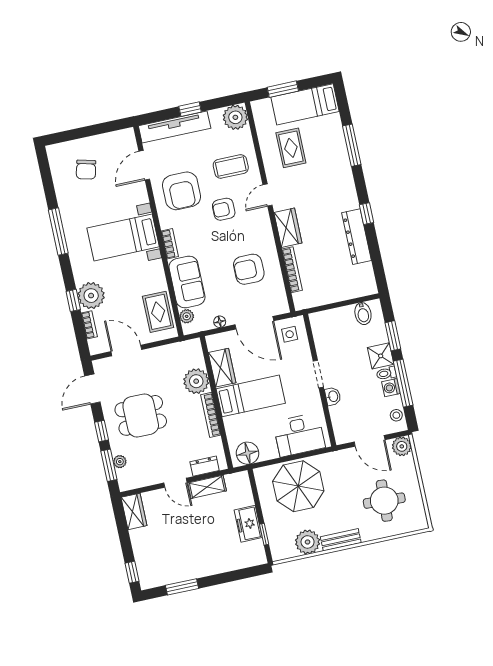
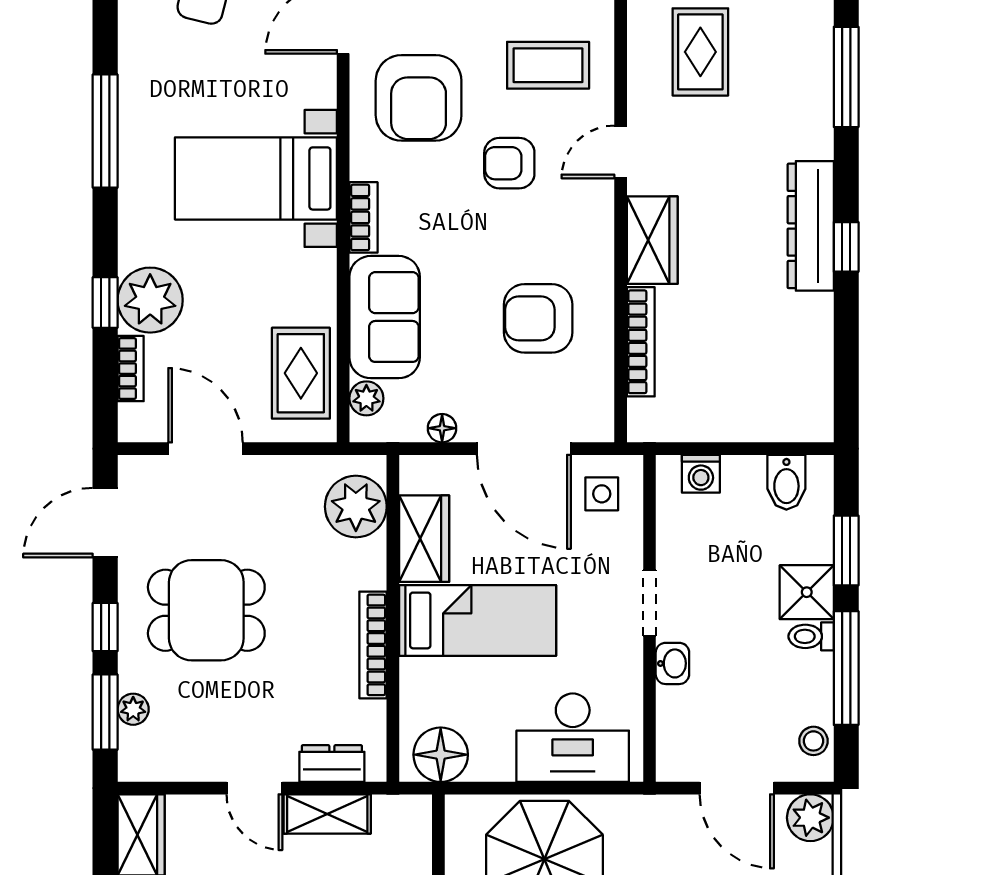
dresser: (356, 237) -> (811, 226), moved
plant: (196, 381) -> (356, 507), moved
washing machine: (391, 388) -> (701, 474), moved, turned -90

